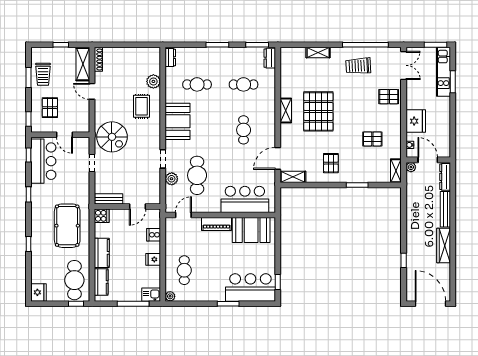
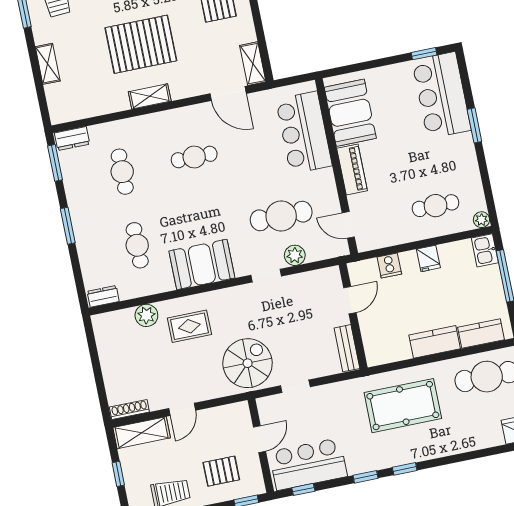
door: (138, 207) -> (350, 300), hinge flipped
cooker: (102, 216) -> (376, 354), removed
window: (29, 244) -> (405, 469), moved

